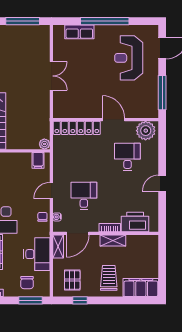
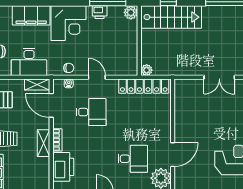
door: (113, 120) -> (173, 155), moved
locker: (77, 128) -> (144, 86), moved, turned -90
filing cabinet: (38, 160) -> (129, 63), removed

